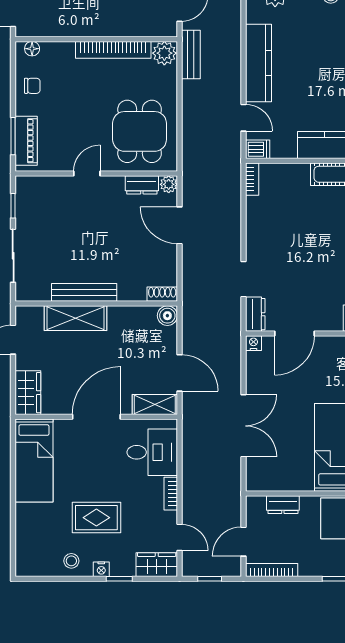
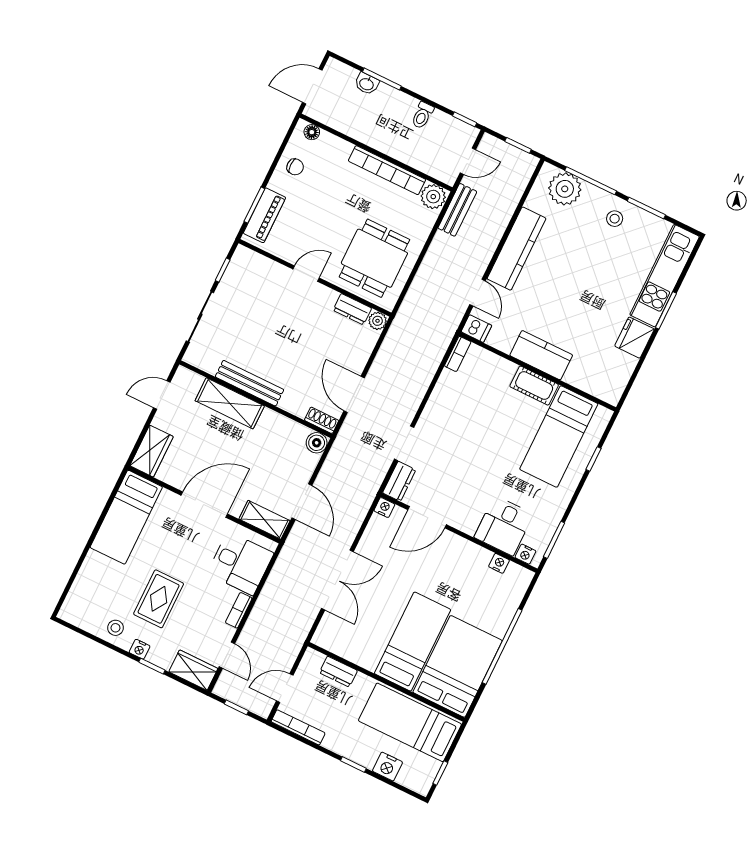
door: (179, 225) -> (354, 394), moved
rug: (96, 518) -> (159, 599), turned 90

